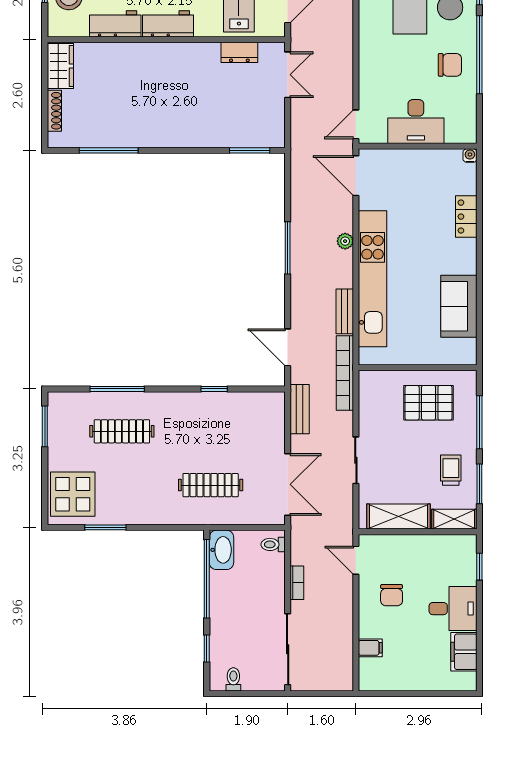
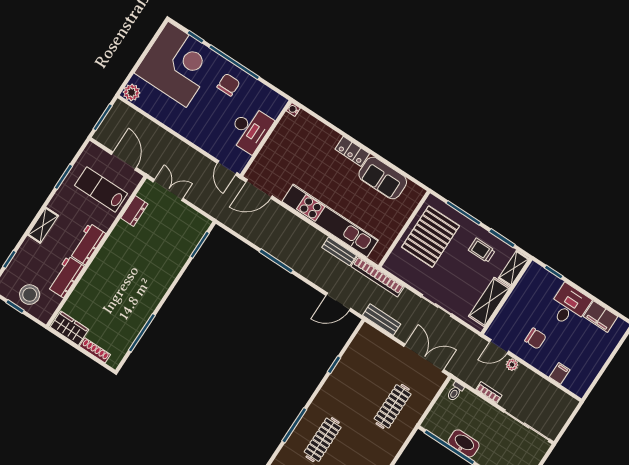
locker: (466, 217) -> (352, 151), moved
plant: (345, 241) -> (512, 365), moved
pallet: (429, 403) -> (431, 237), width x1.37, depth x1.41
washbasin: (221, 550) -> (464, 443), moved

